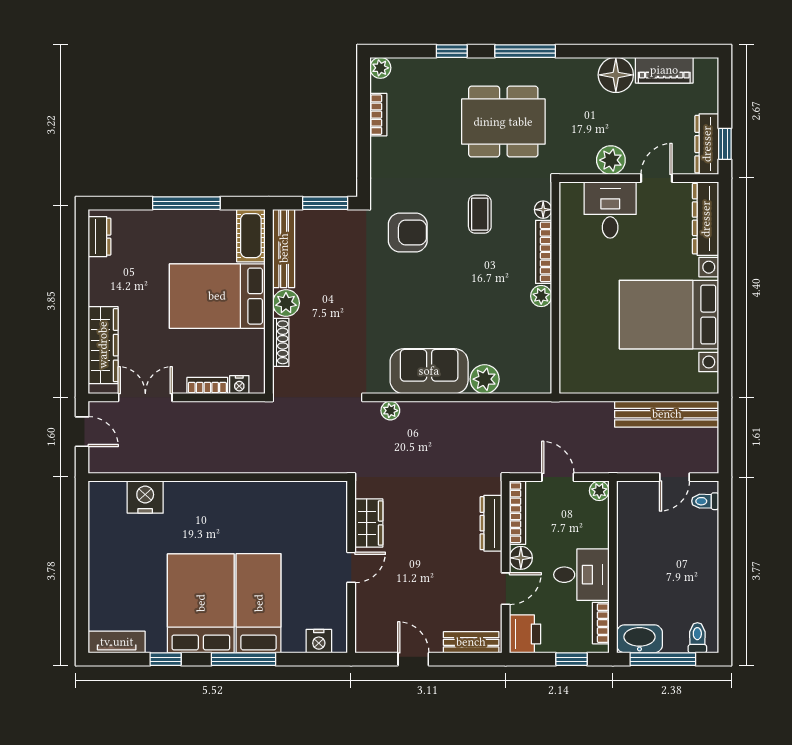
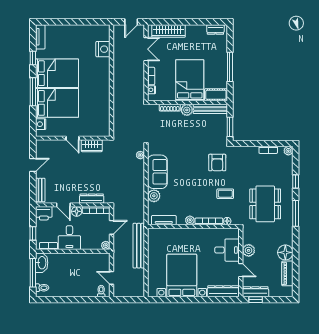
tv unit: (541, 356) -> (164, 220), added
bench: (667, 414) -> (139, 246), moved
bed: (259, 603) -> (57, 103), width x1.50

